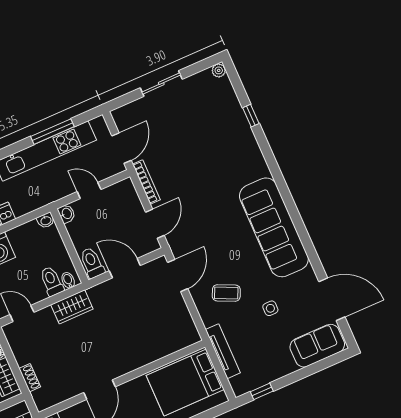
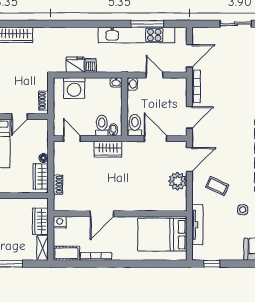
plant: (175, 309) -> (178, 181), added

